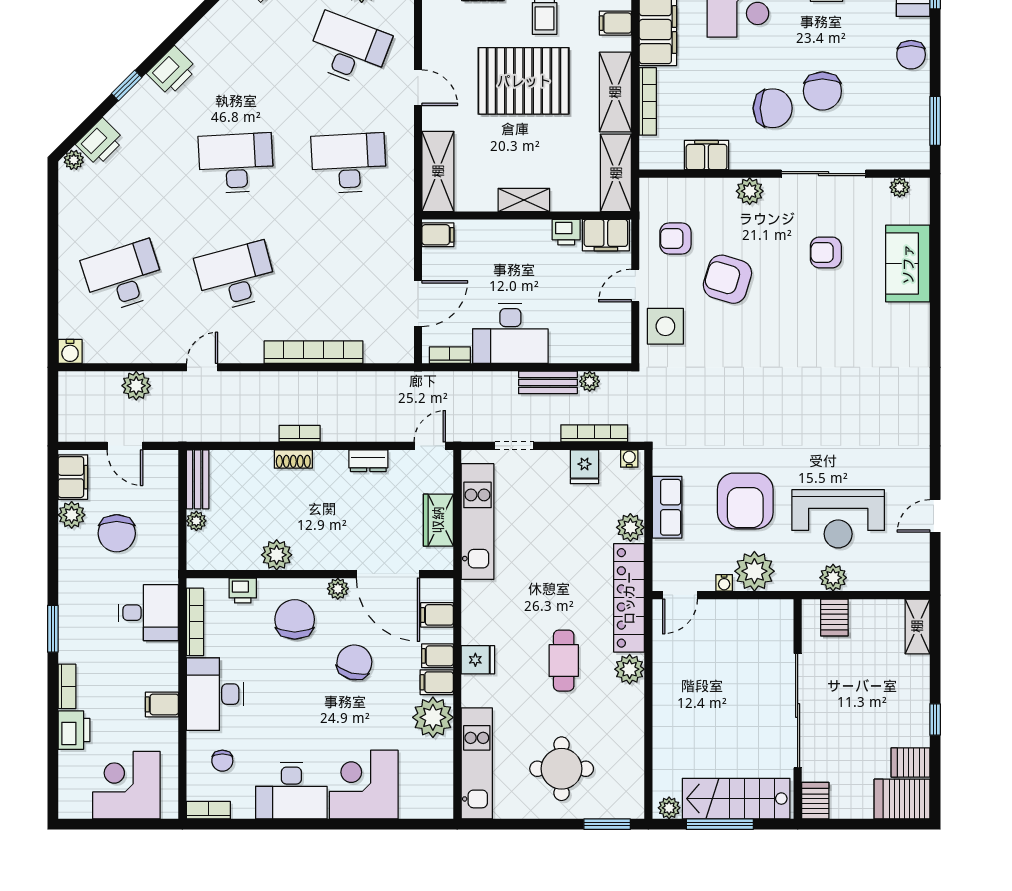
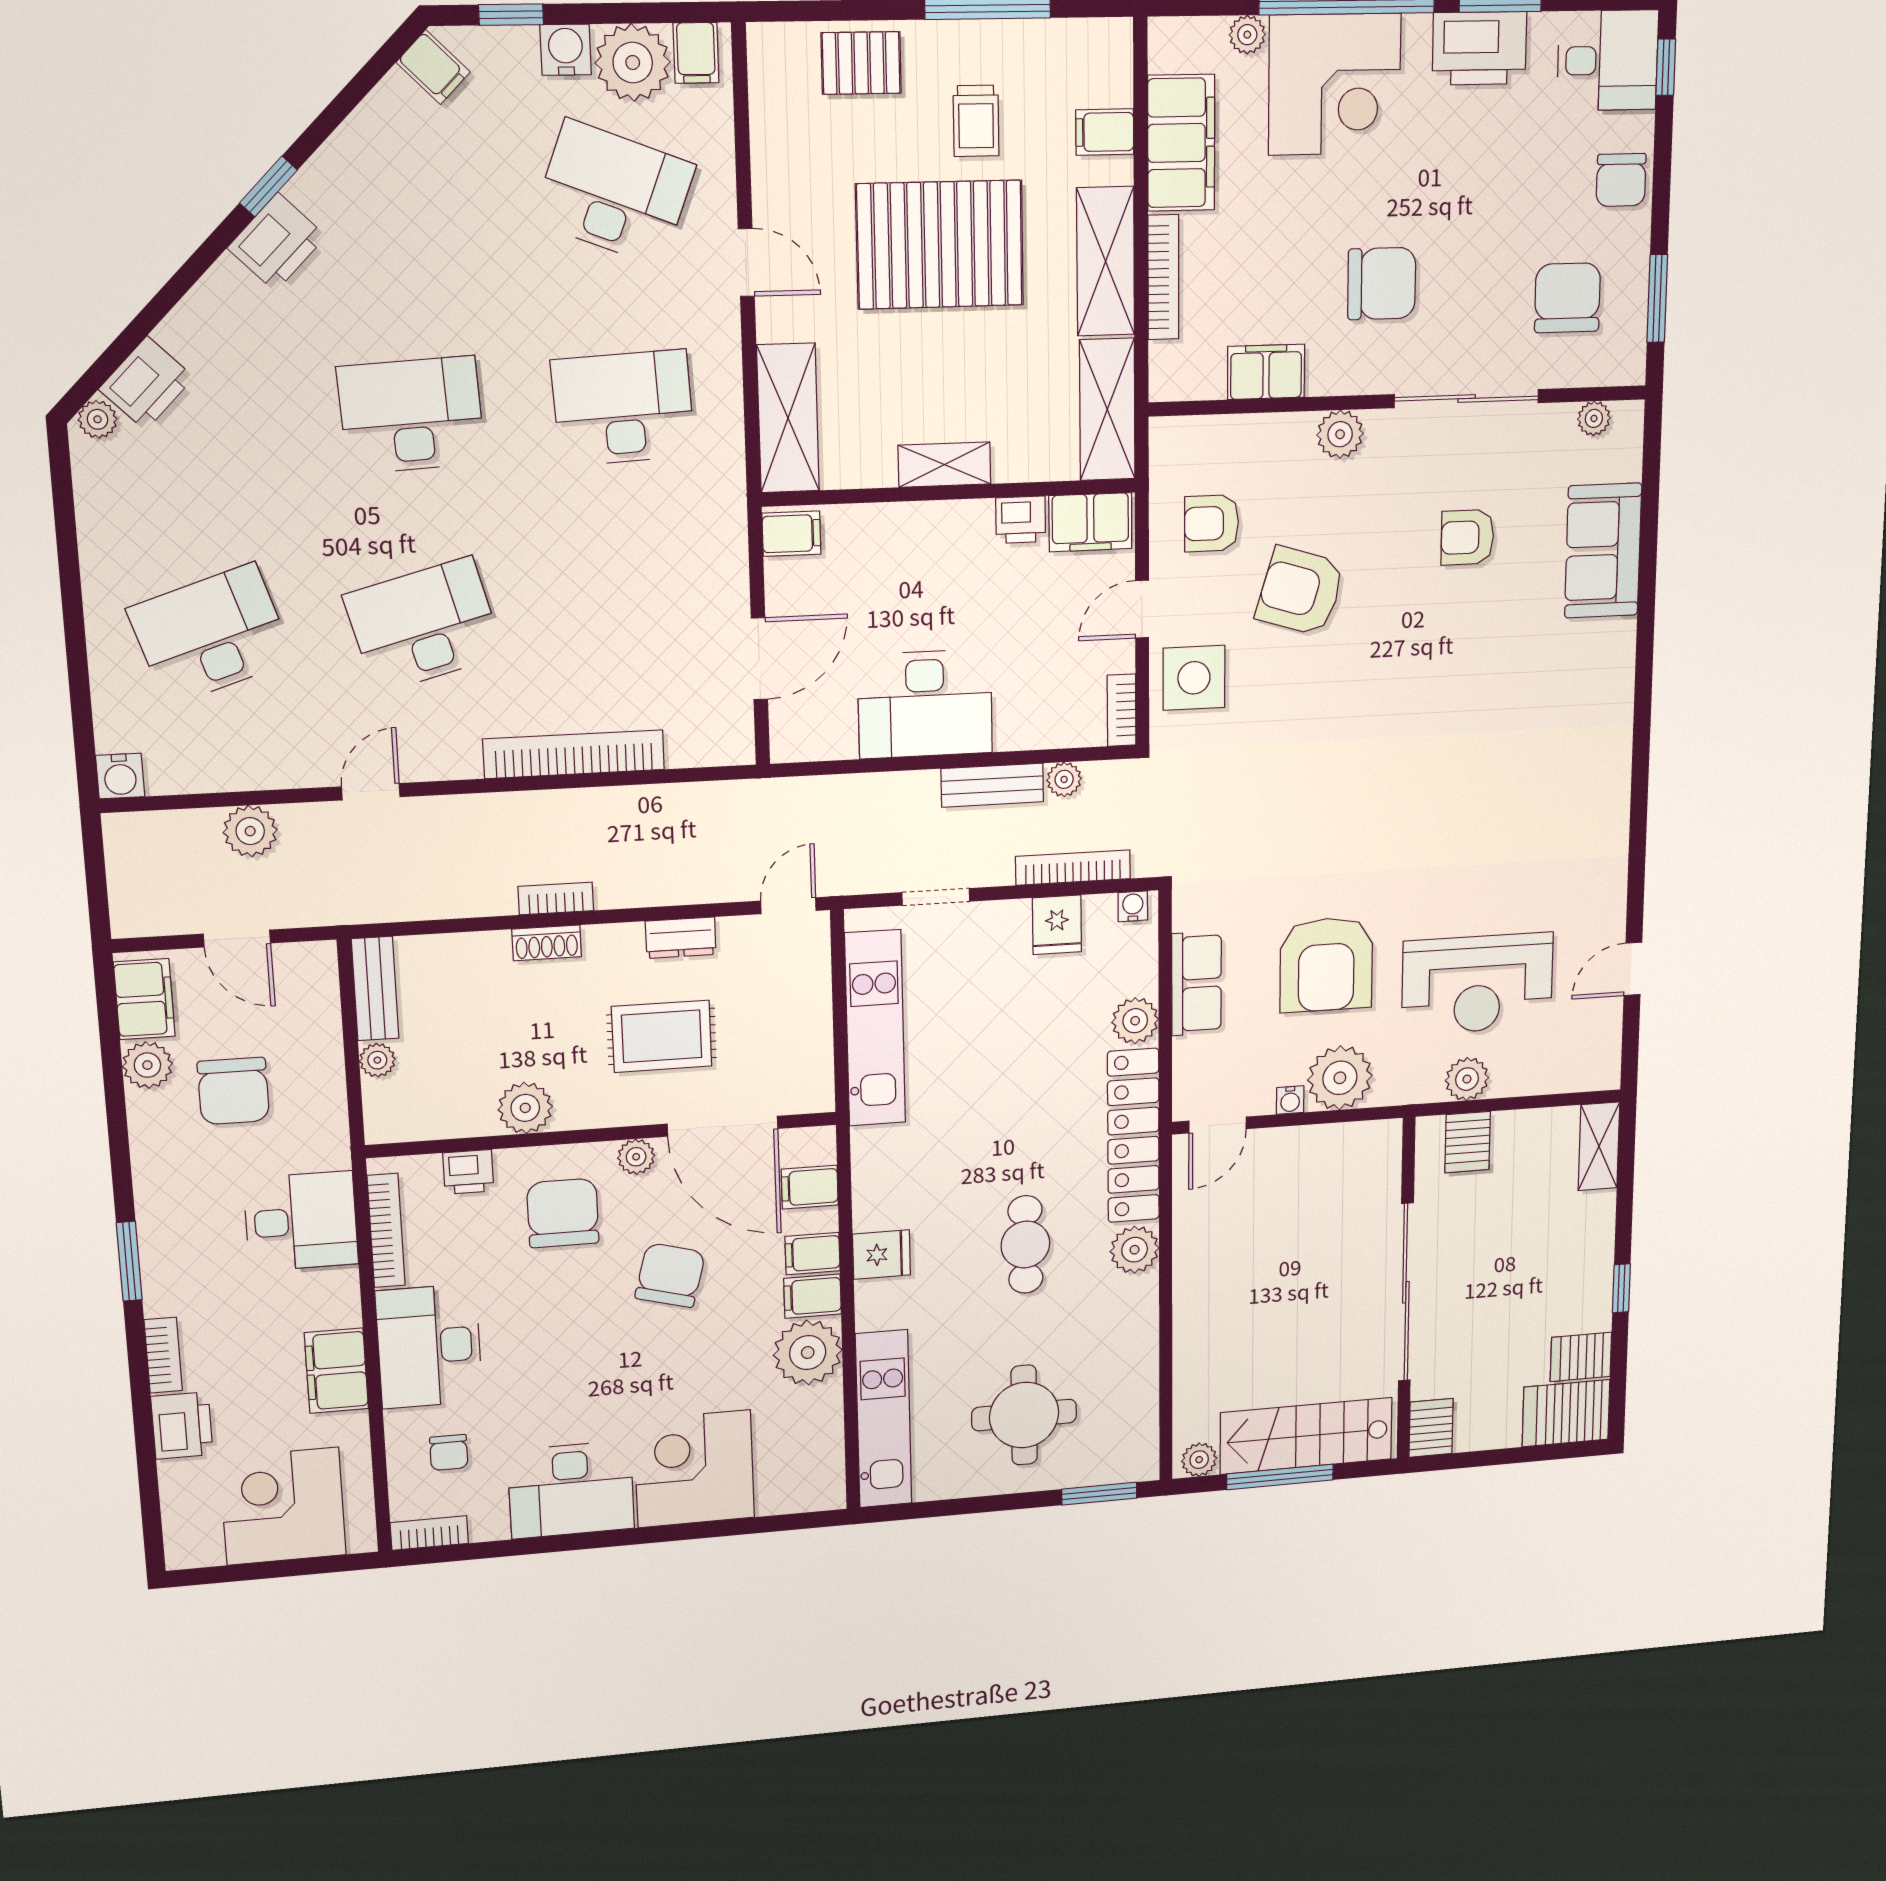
window: (127, 86) -> (268, 186), moved
chair: (822, 91) -> (1567, 298), moved, turned 180
bookcase: (450, 355) -> (1122, 710), moved, turned -90
rug: (355, 518) -> (662, 1036), added
wardrobe: (438, 520) -> (807, 1030), removed
filing cabinet: (162, 704) -> (336, 1371), width x2.00

